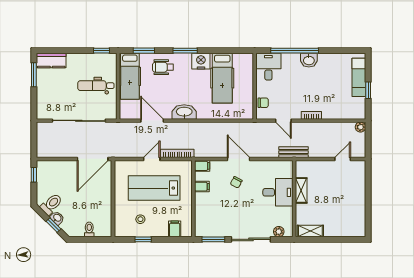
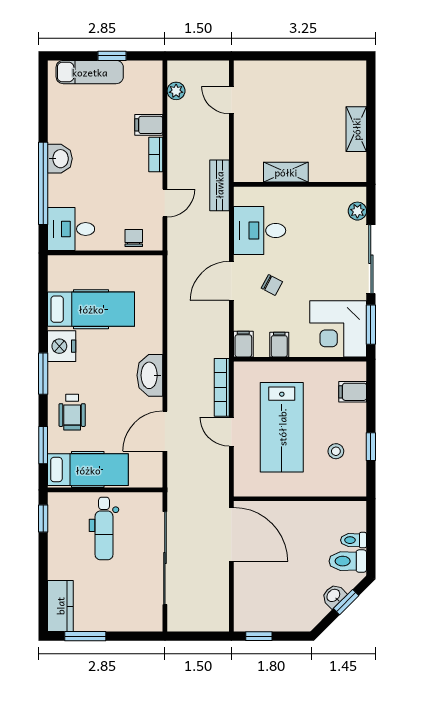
filing cabinet: (328, 111) -> (149, 125), added
plant: (360, 127) -> (176, 91), moved
desk: (278, 192) -> (260, 231), moved, turned -90
toilet: (51, 204) -> (348, 561), moved, turned -45
corner desk: (211, 221) -> (338, 329), added
shelving: (310, 231) -> (356, 129), moved

